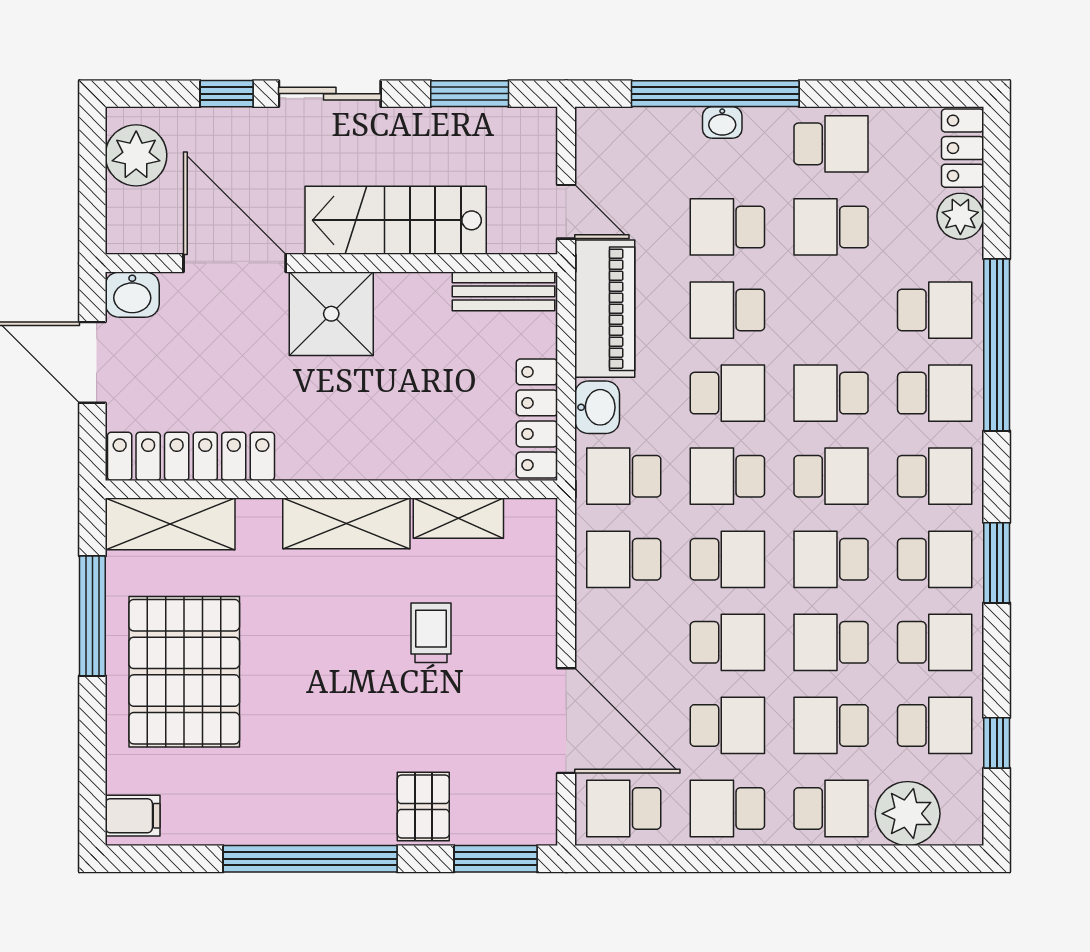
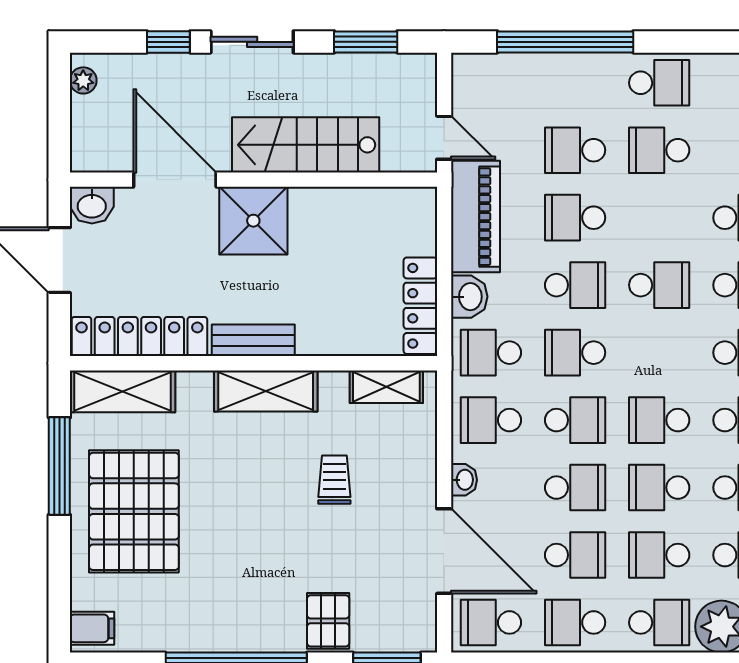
washbasin: (722, 122) -> (464, 480), moved, turned -90
plant: (136, 155) -> (83, 80), width x0.53, depth x0.53
bench: (504, 291) -> (253, 340), moved
school desk: (831, 393) -> (659, 285), turned 180
school desk: (831, 476) -> (659, 353), removed
shelving: (458, 518) -> (386, 387), moved

